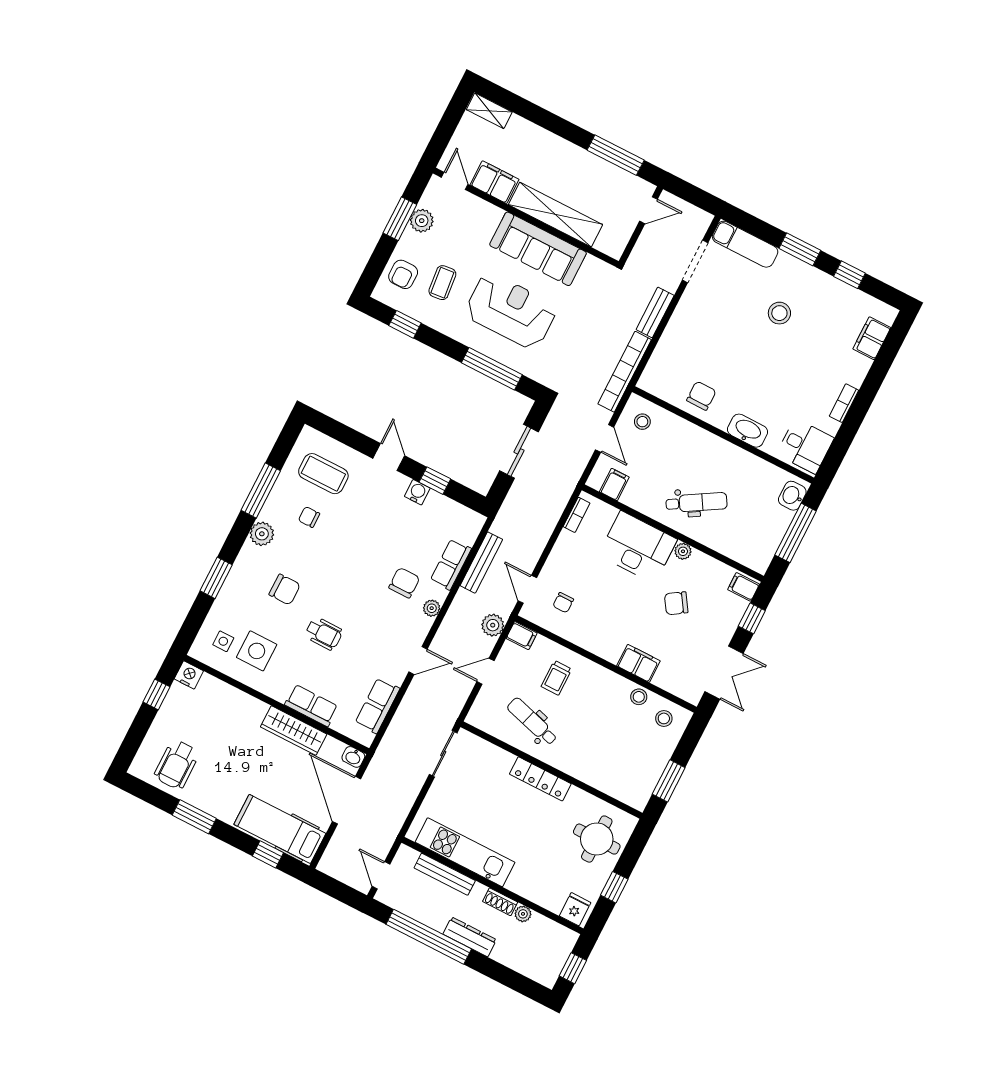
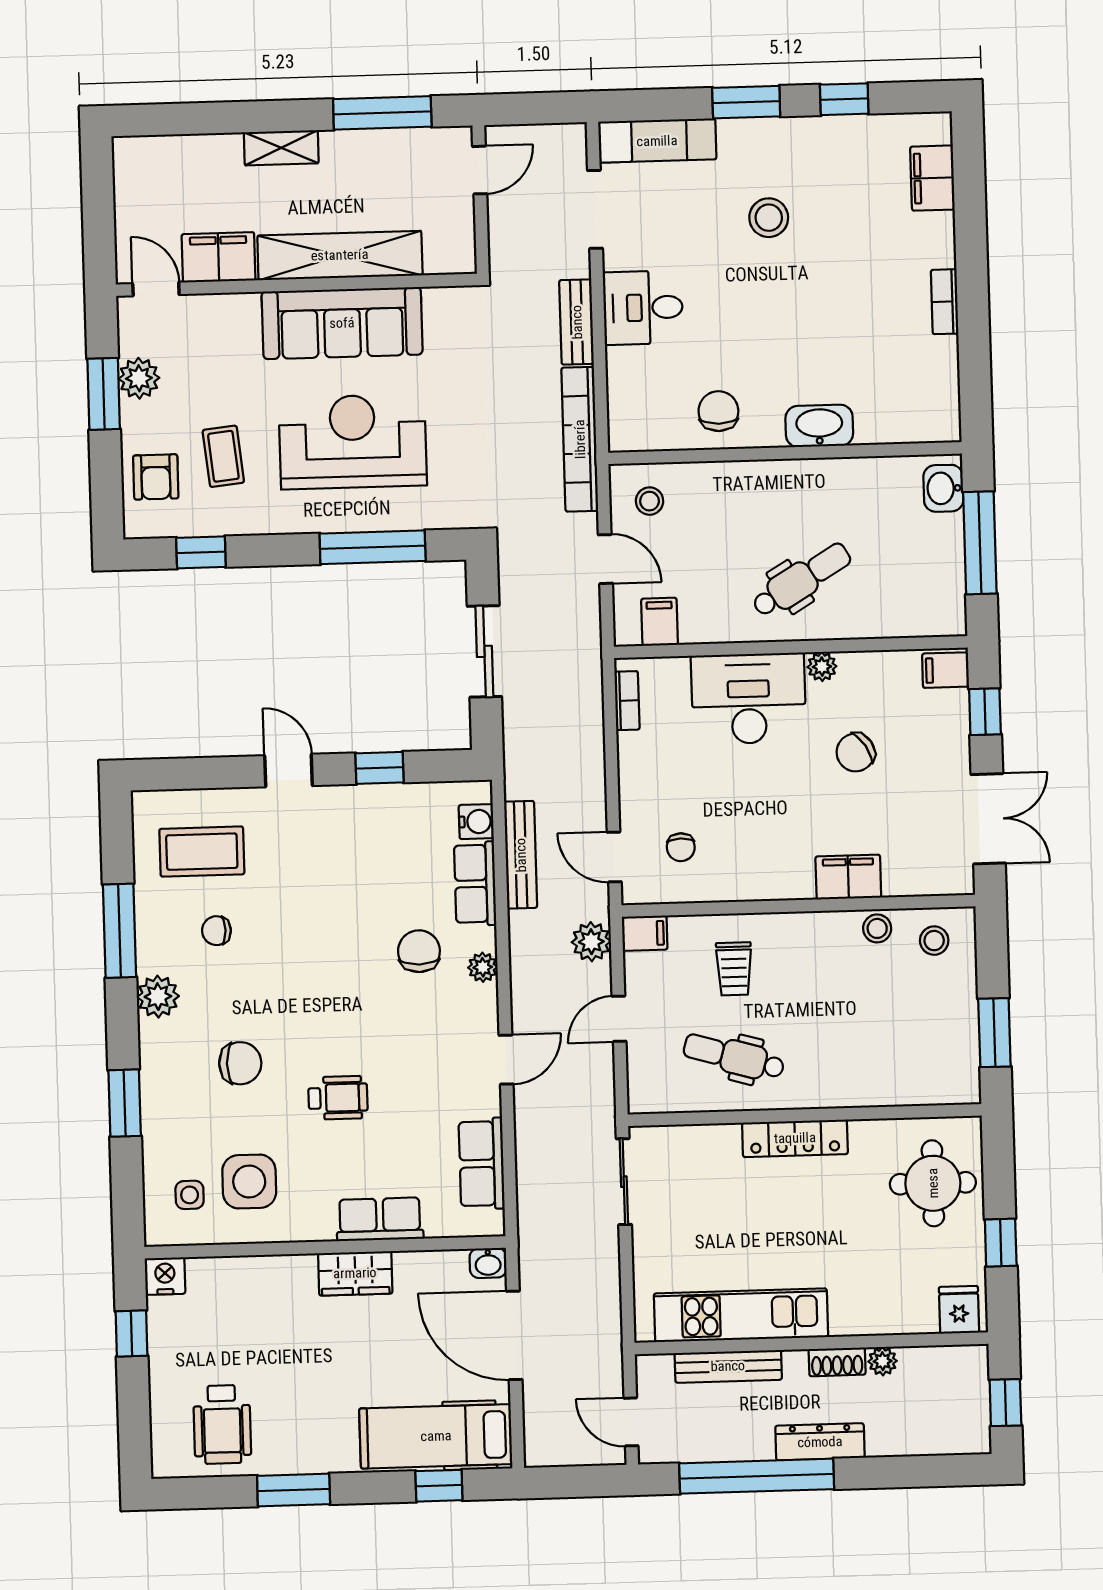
shelving: (489, 111) -> (281, 148), moved
desk: (805, 446) -> (643, 308), moved, turned 180
water cooler: (417, 492) -> (476, 822), moved, turned 90
wardrobe: (294, 730) -> (355, 1273), width x0.67

